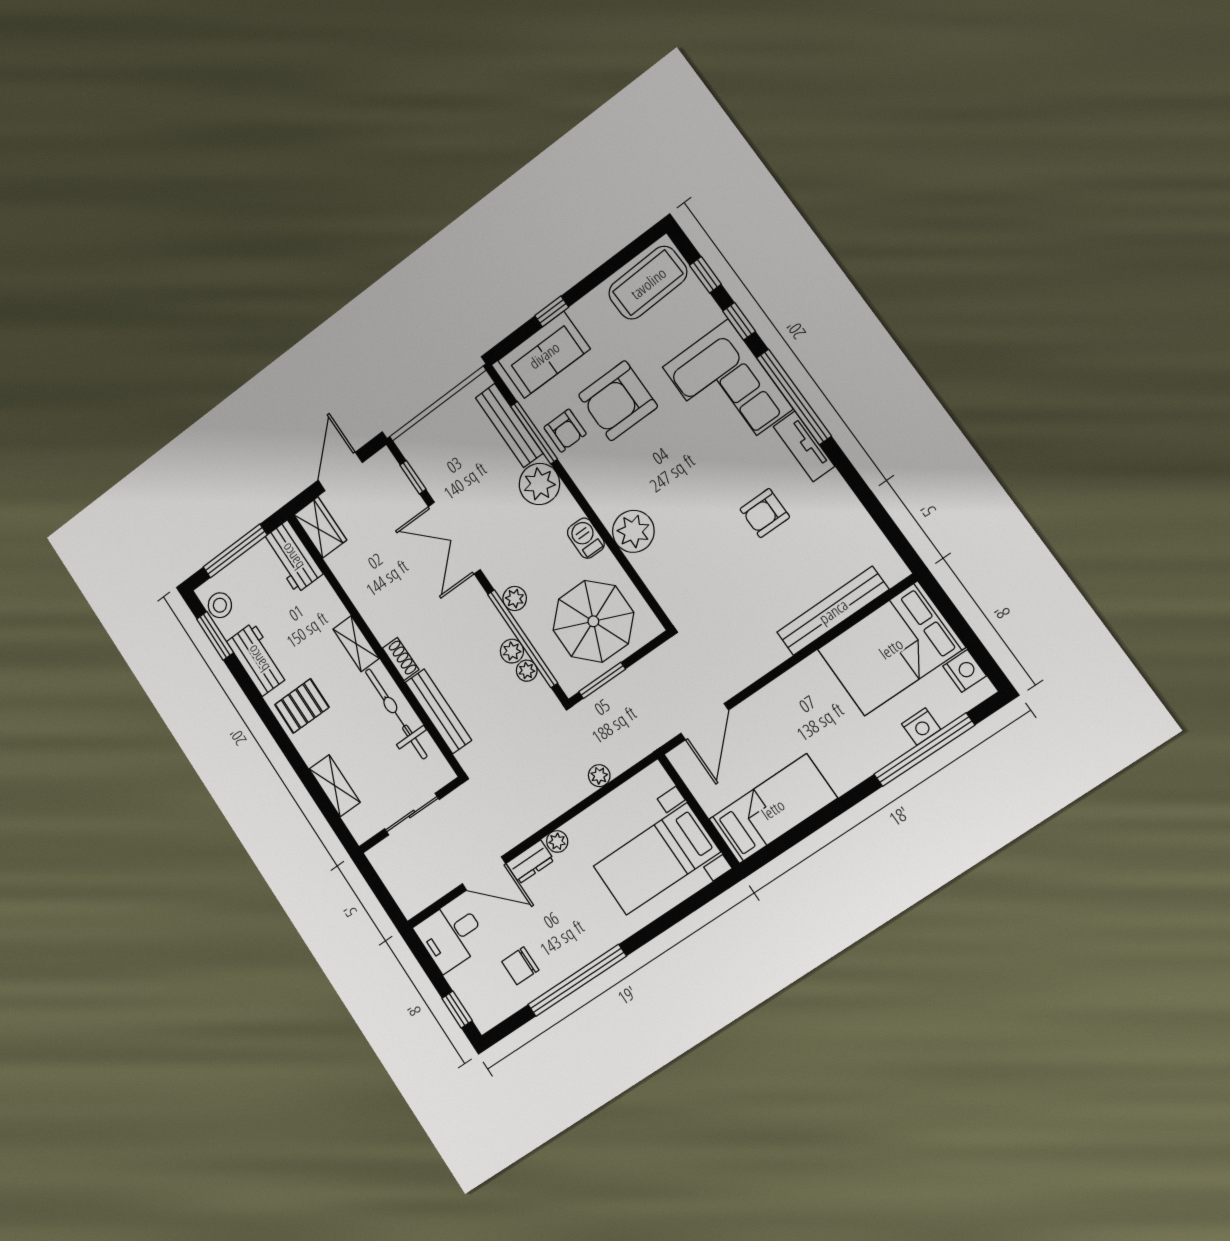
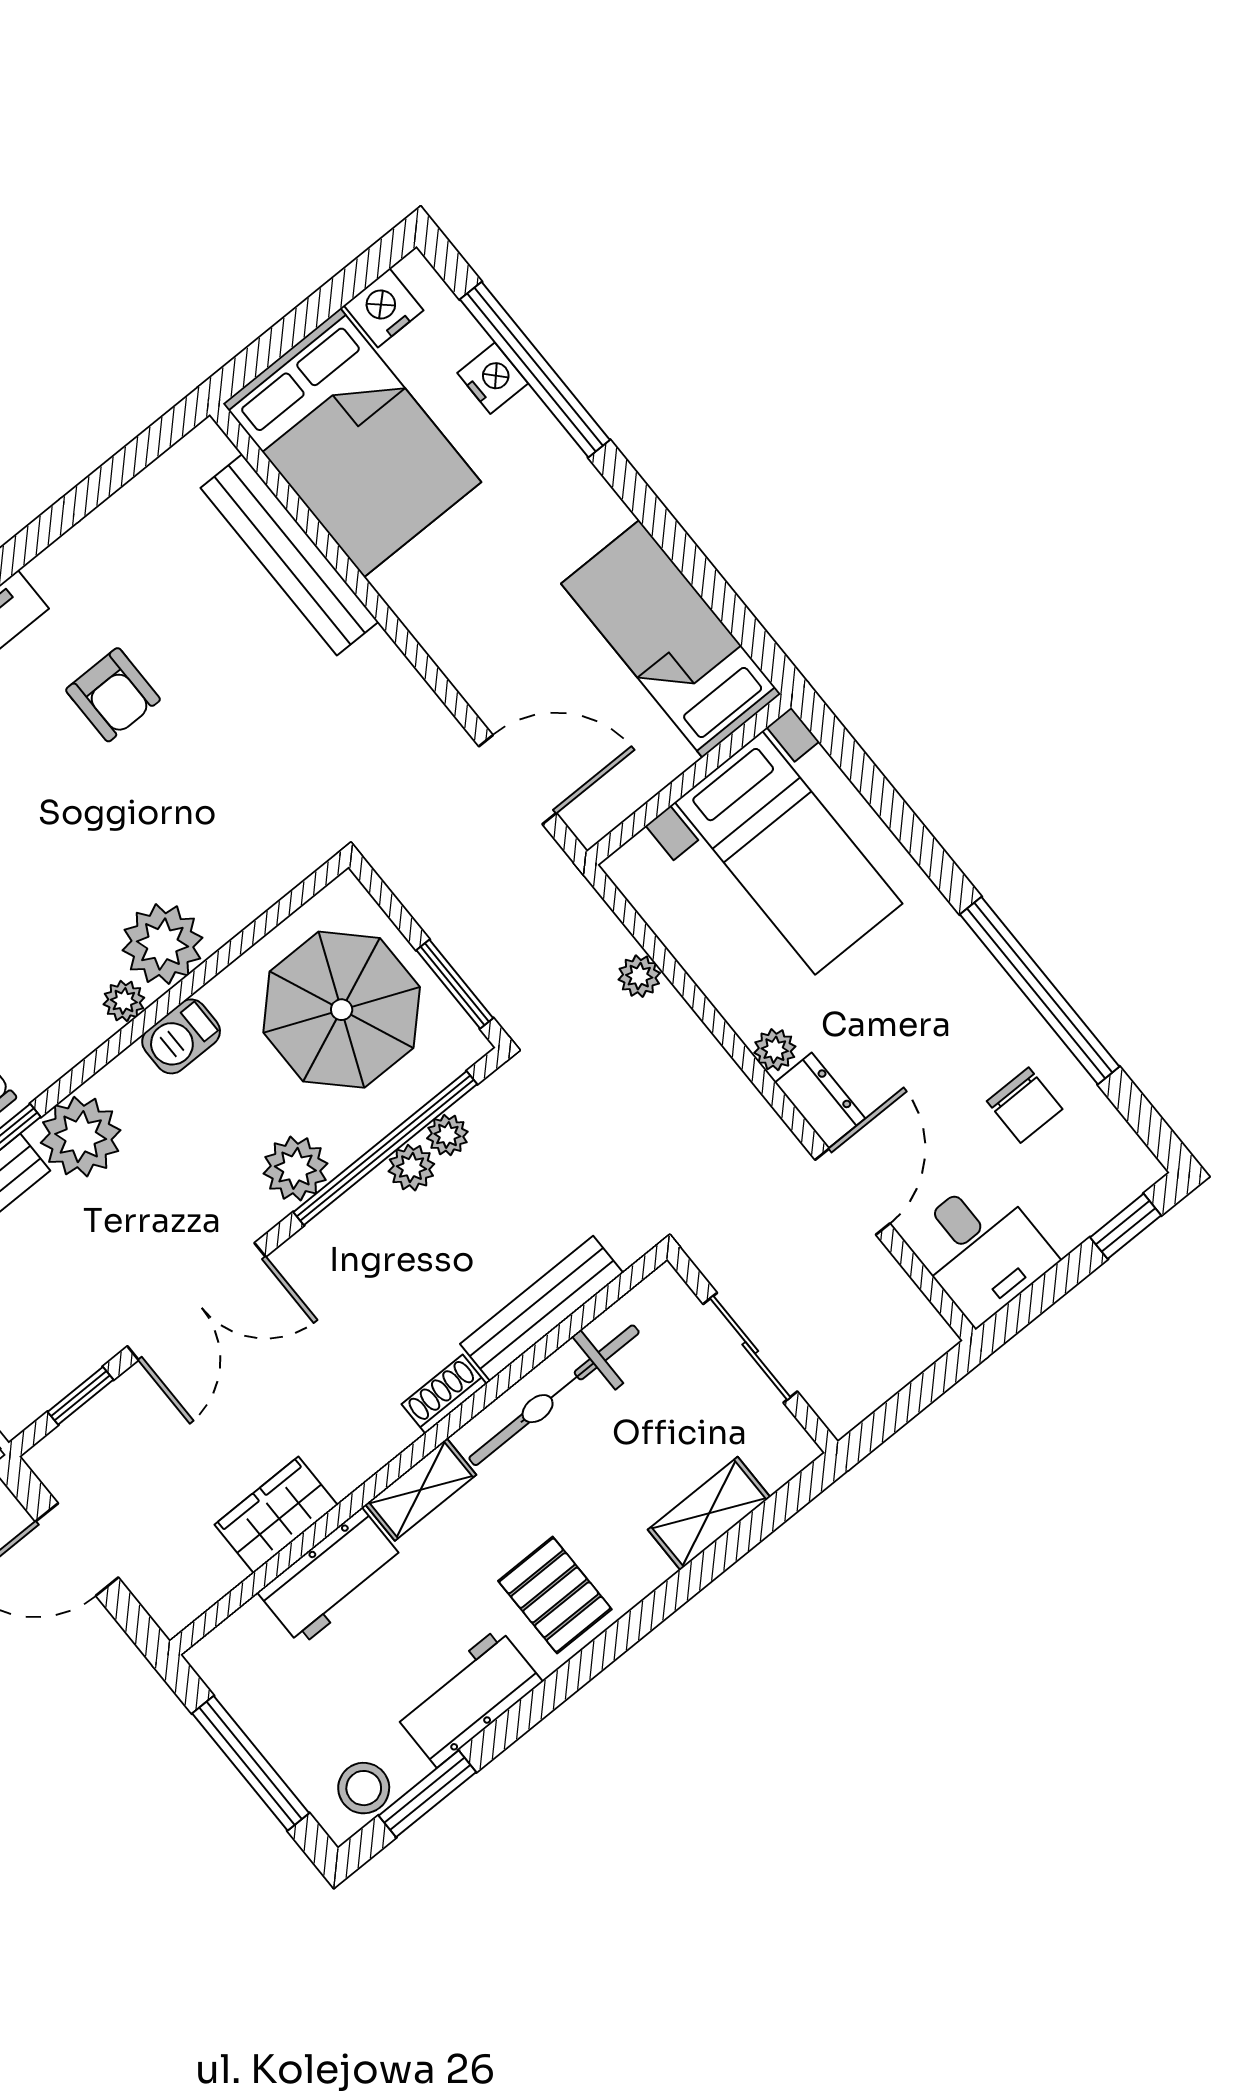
plant: (606, 510) -> (124, 1001), added
wardrobe: (320, 527) -> (276, 1515), moved
workbench: (292, 557) -> (331, 1577), moved
plant: (515, 598) -> (295, 1168), width x1.38, depth x1.38

